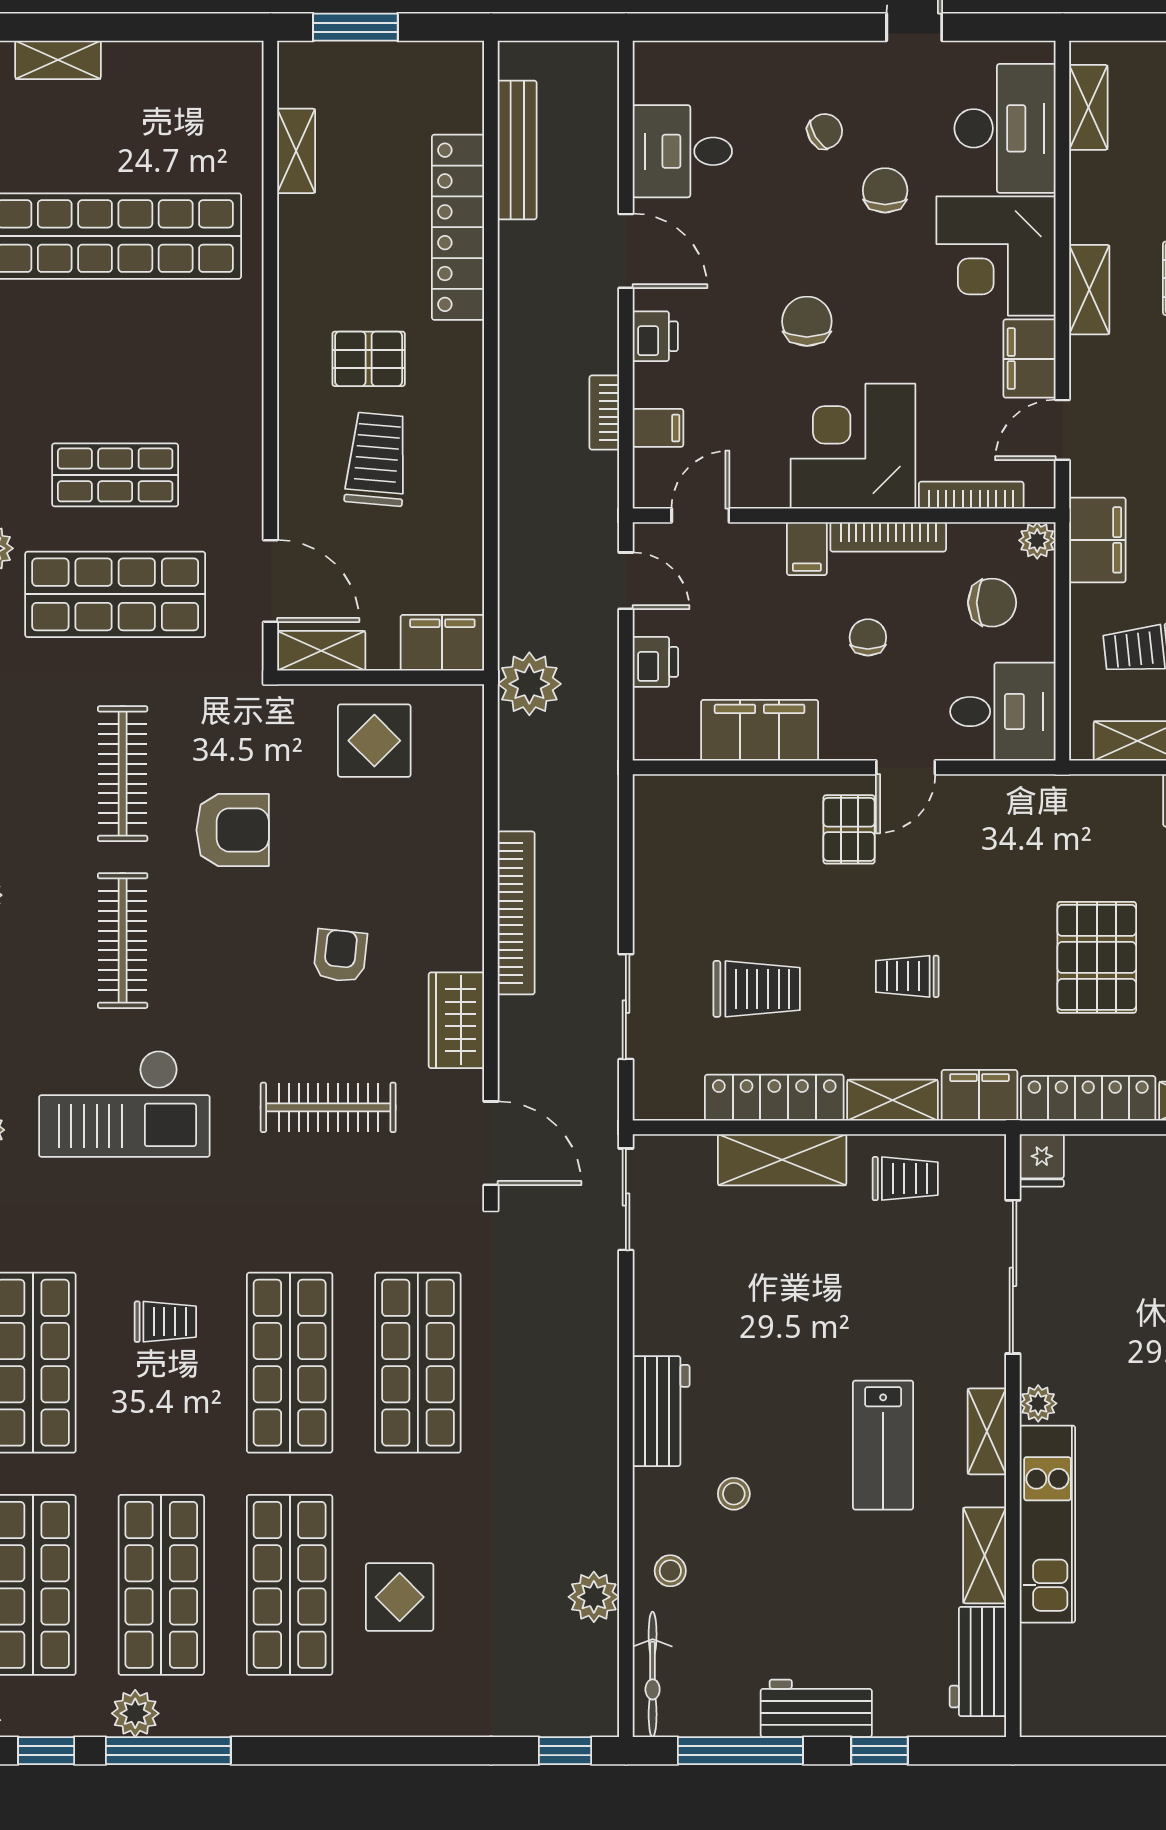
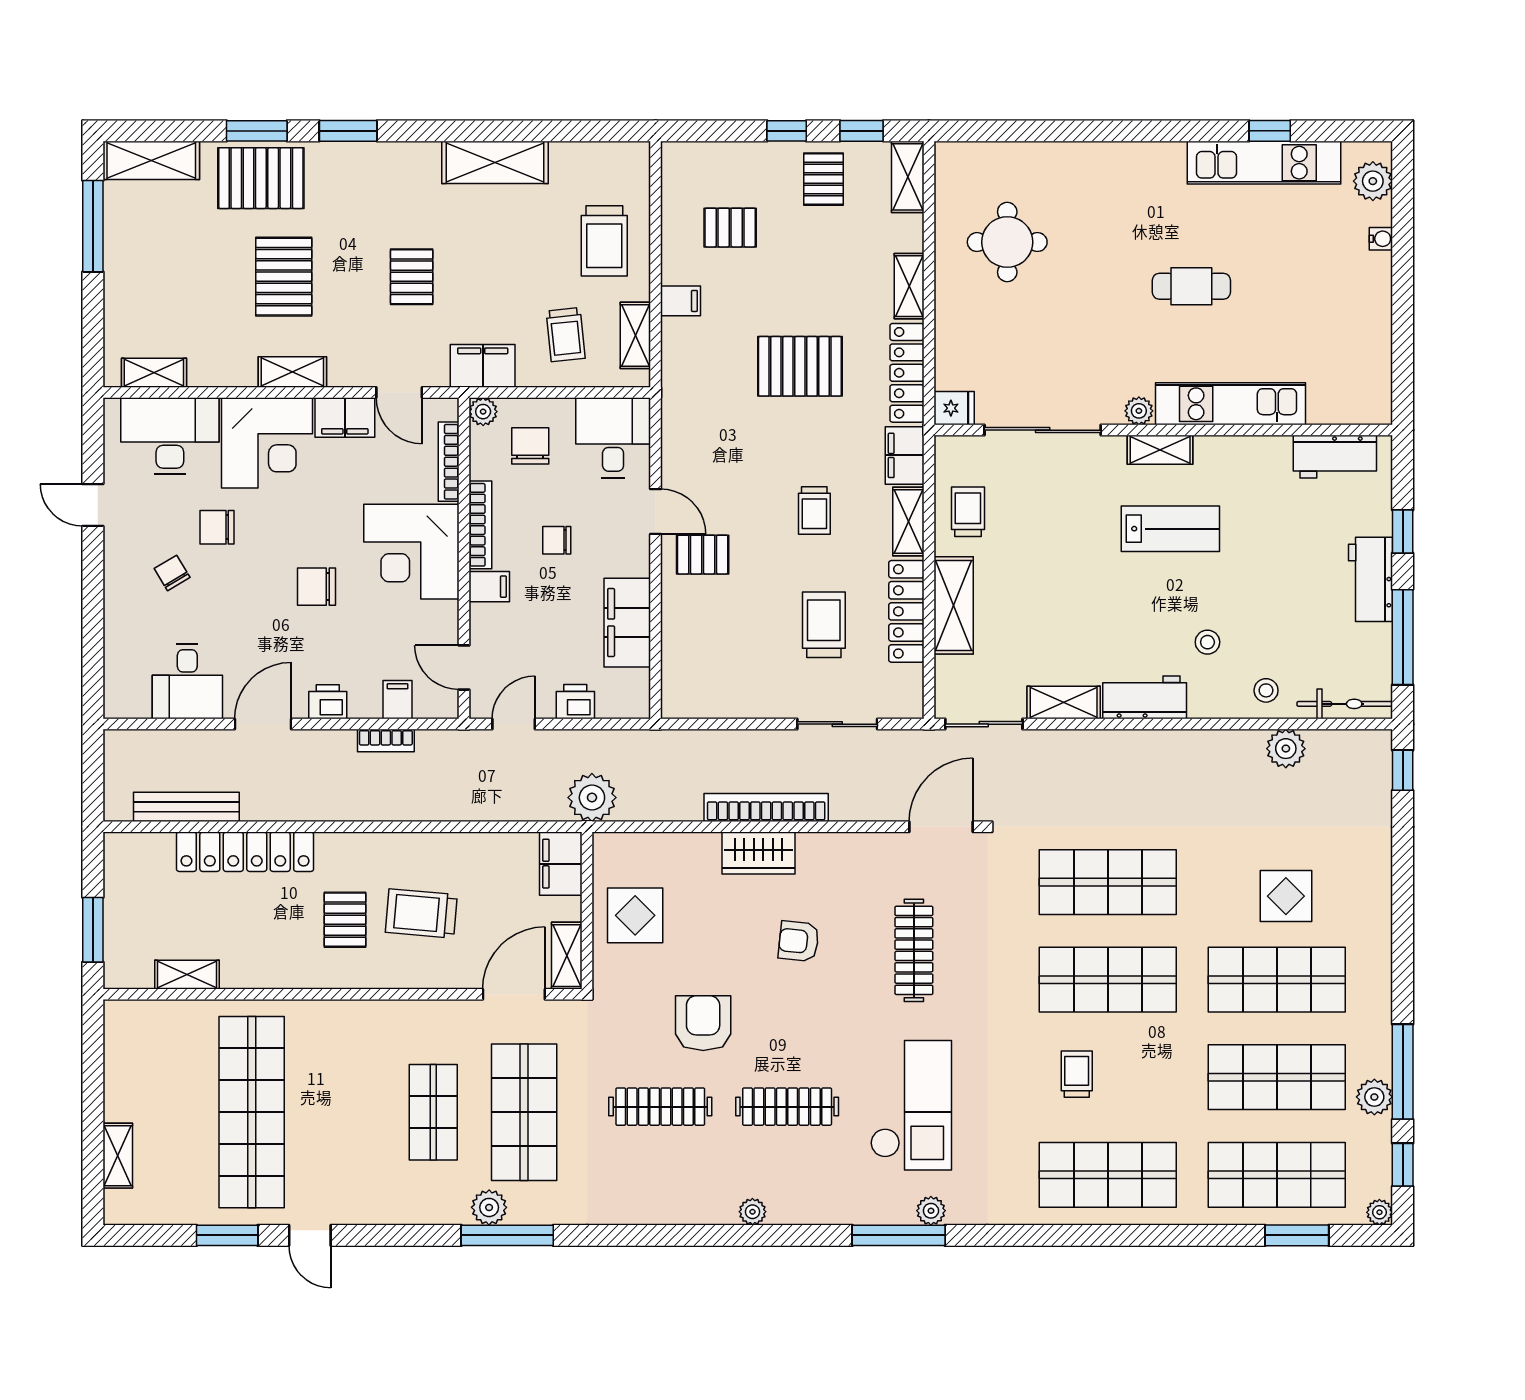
wardrobe: (456, 1020) -> (758, 853), moved
shelving: (985, 1555) -> (1064, 703), moved

